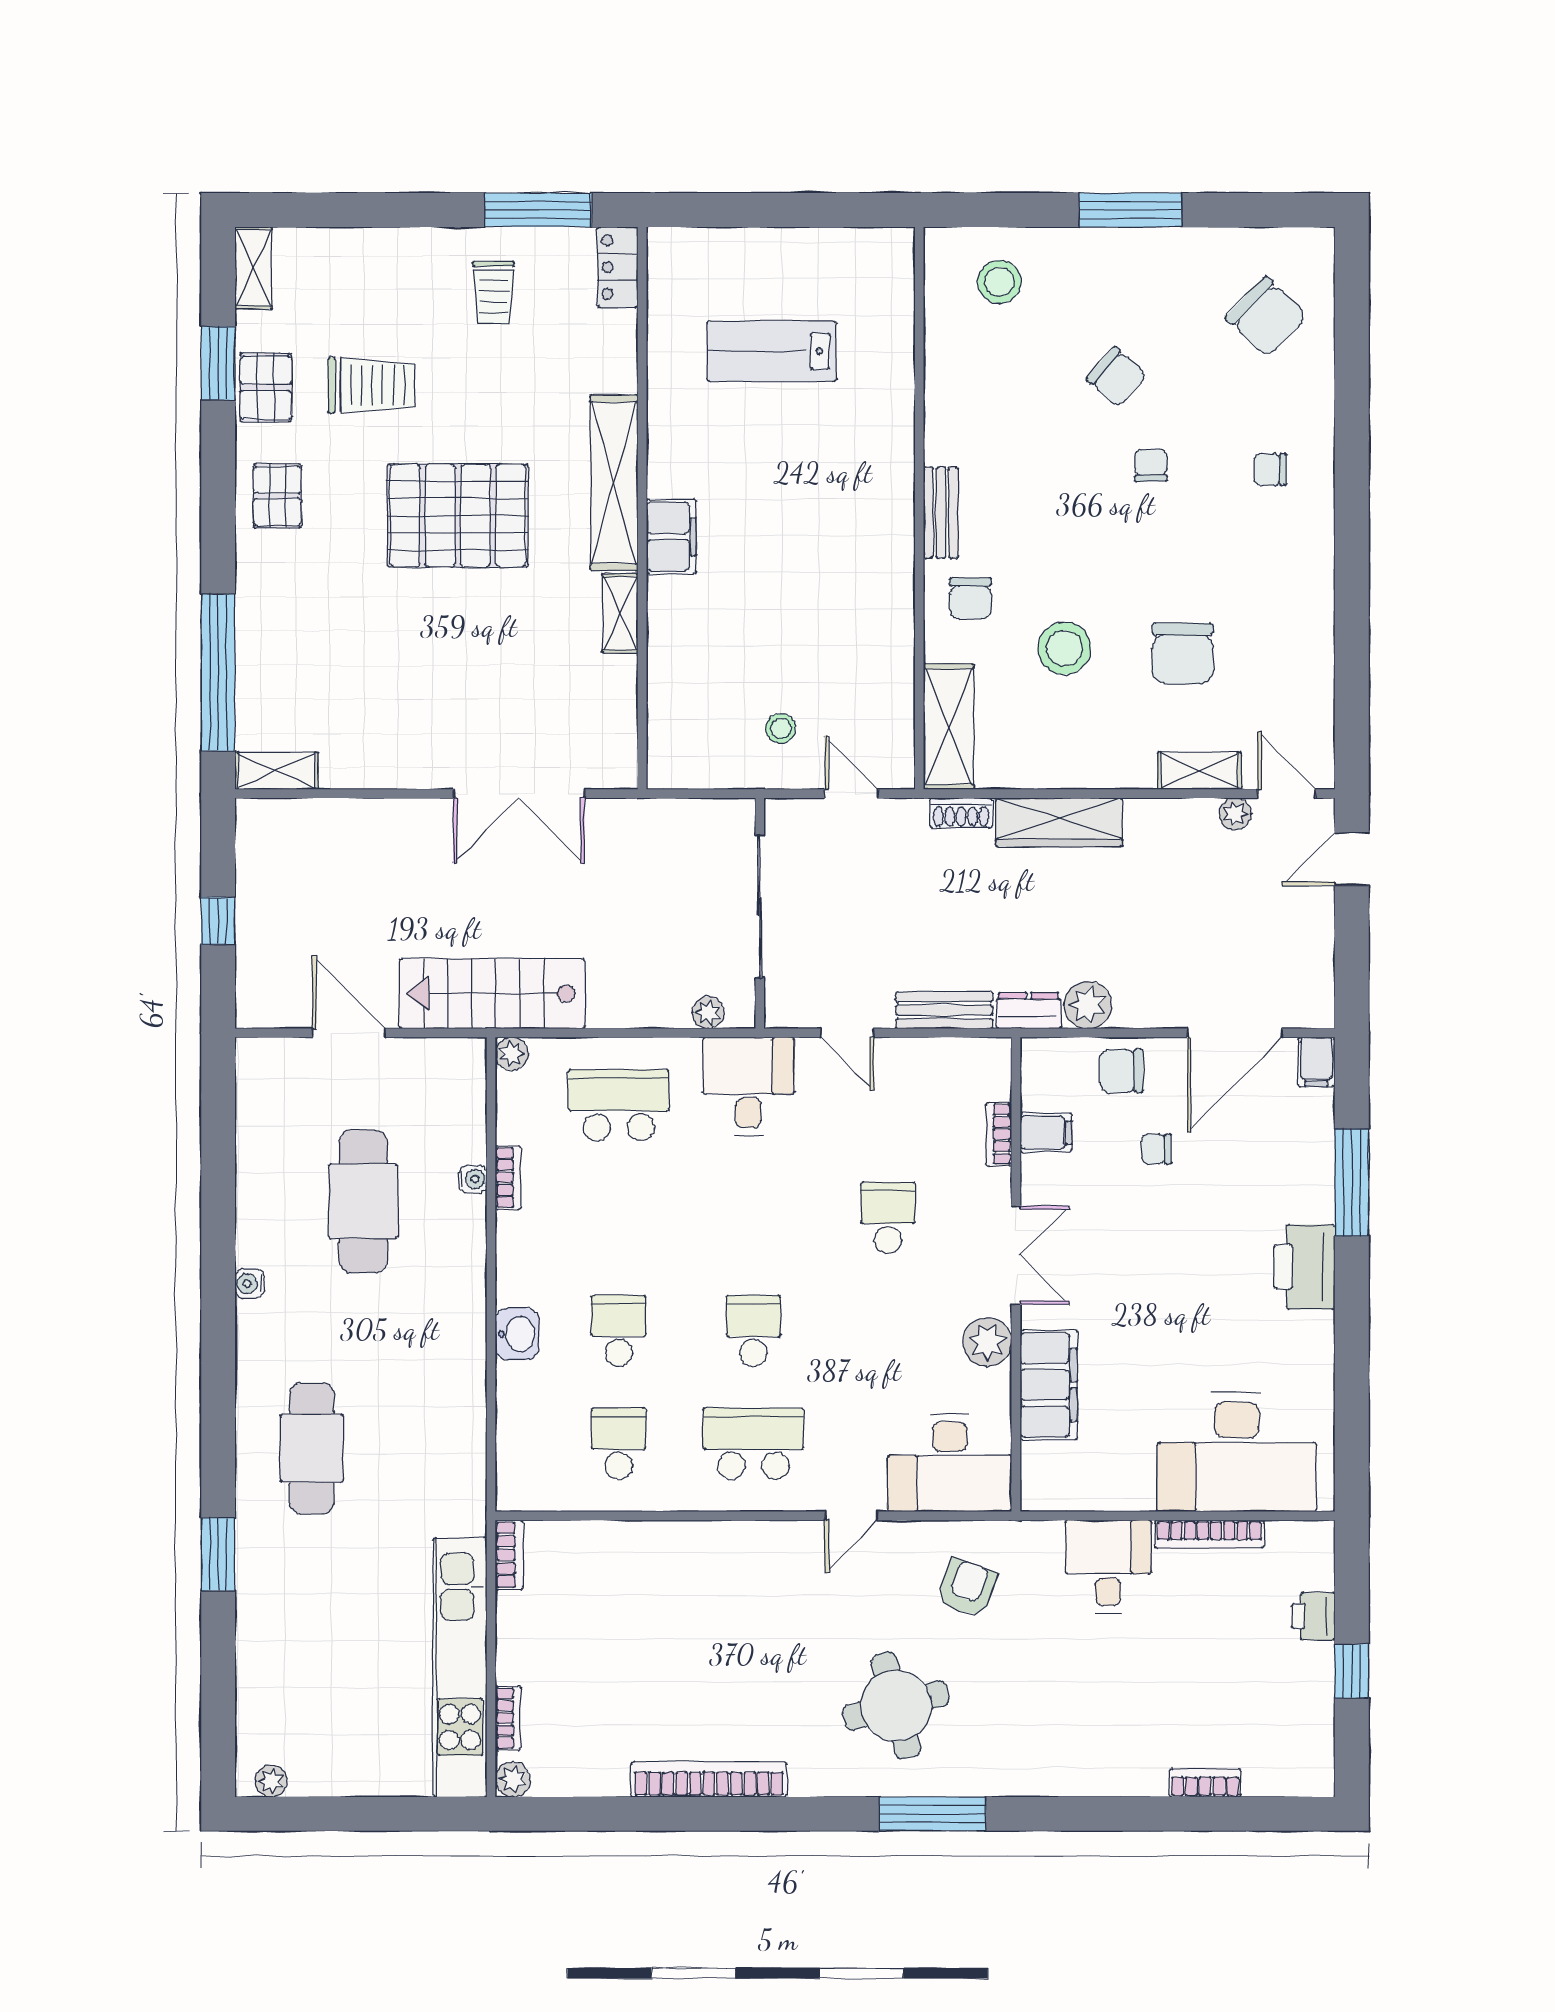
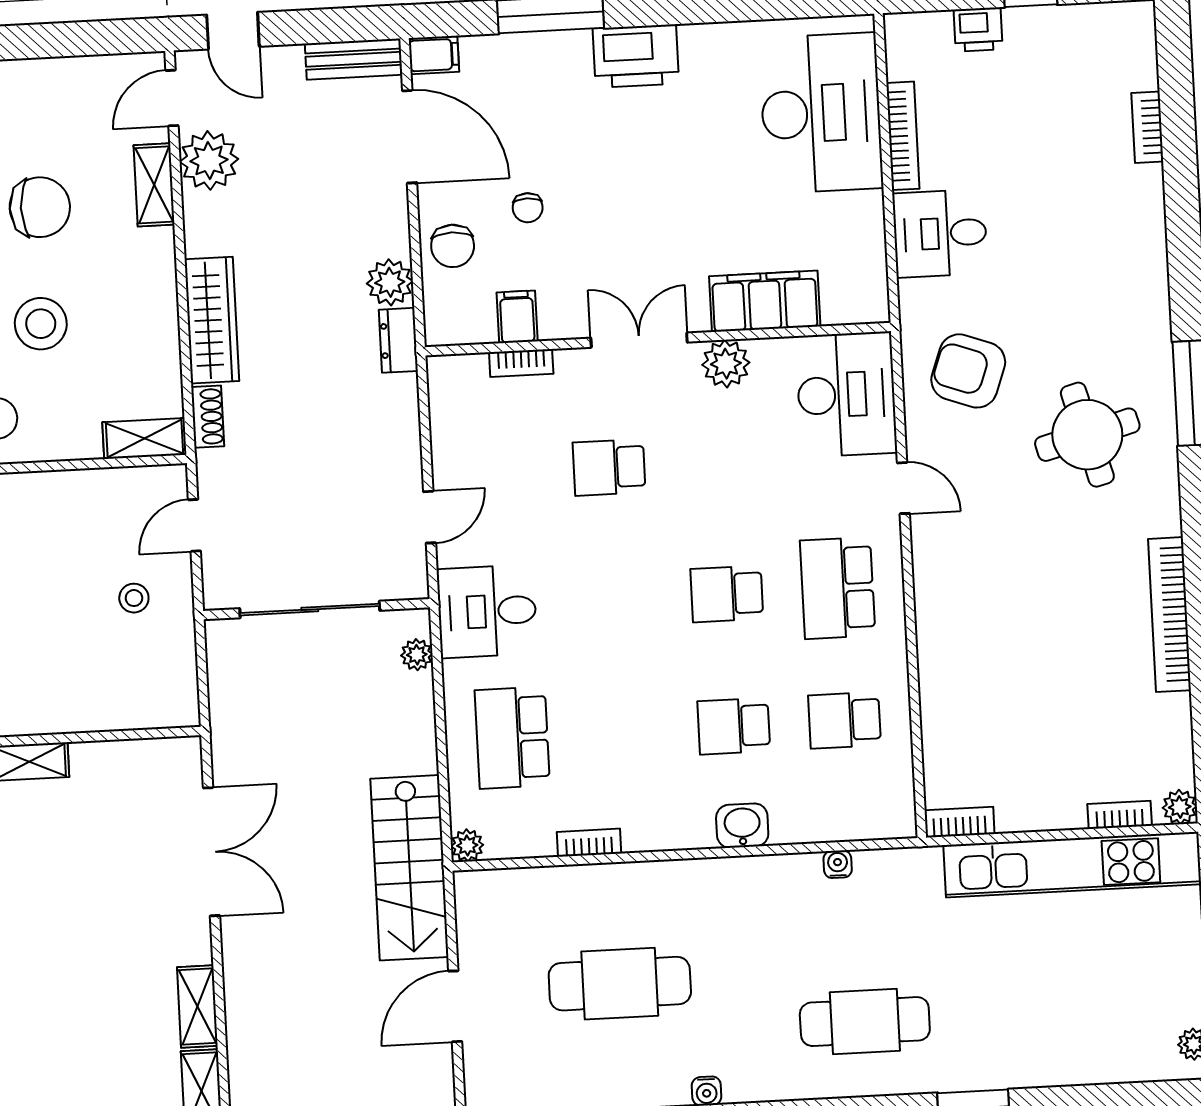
shelving: (949, 727) -> (144, 438), width x0.67, depth x0.75
shelving: (363, 771) -> (197, 1006), added
plant: (1235, 814) -> (209, 160), width x1.88, depth x1.88
bench: (944, 1010) -> (354, 59), moved, turned 90
water cooler: (473, 1179) -> (838, 864), moved
armchair: (967, 1588) -> (968, 371), width x1.38, depth x1.38

